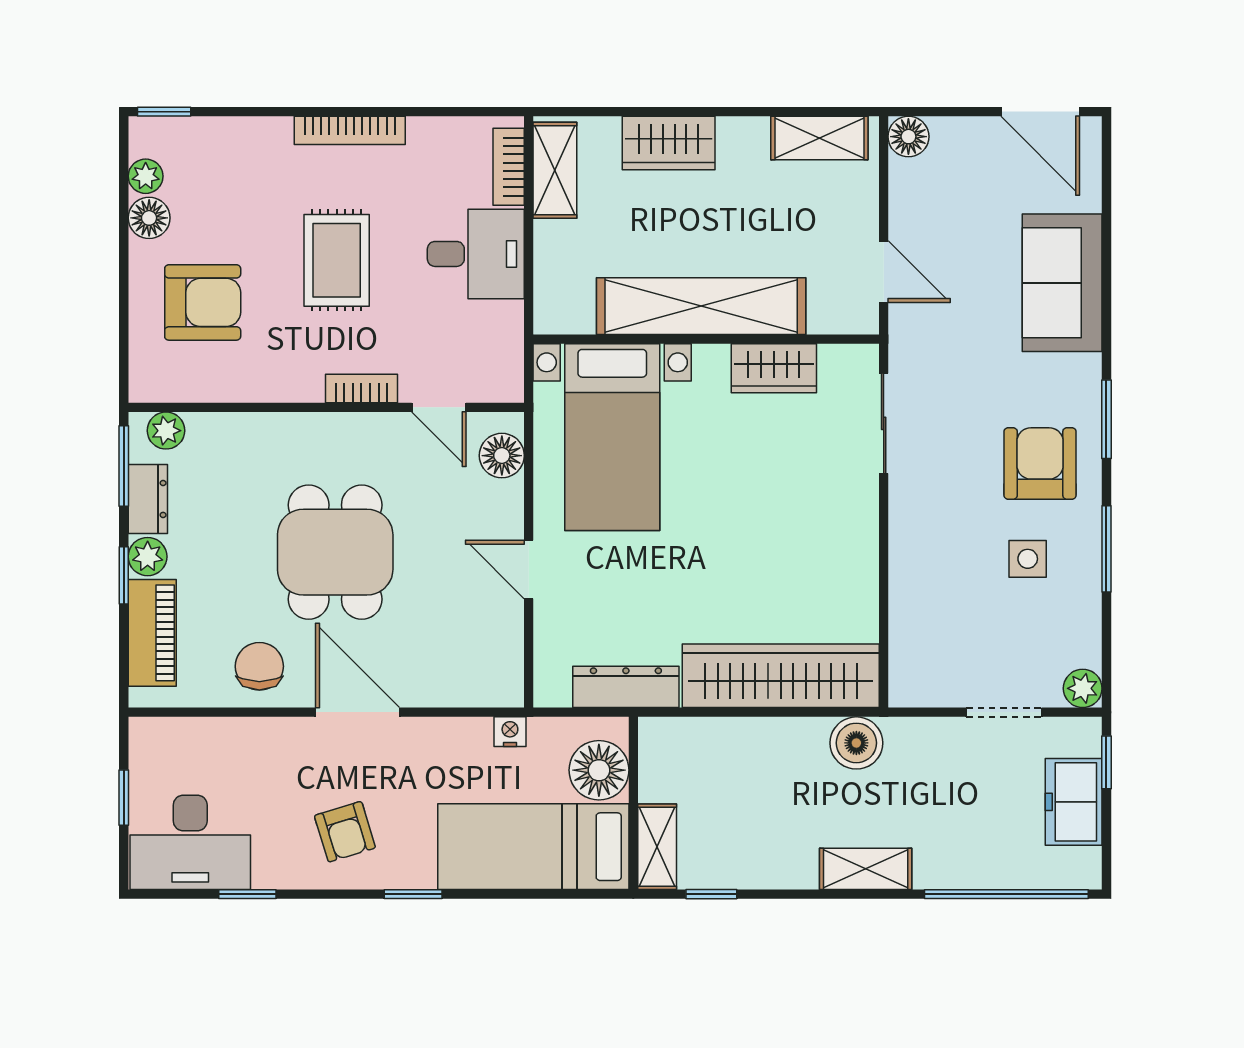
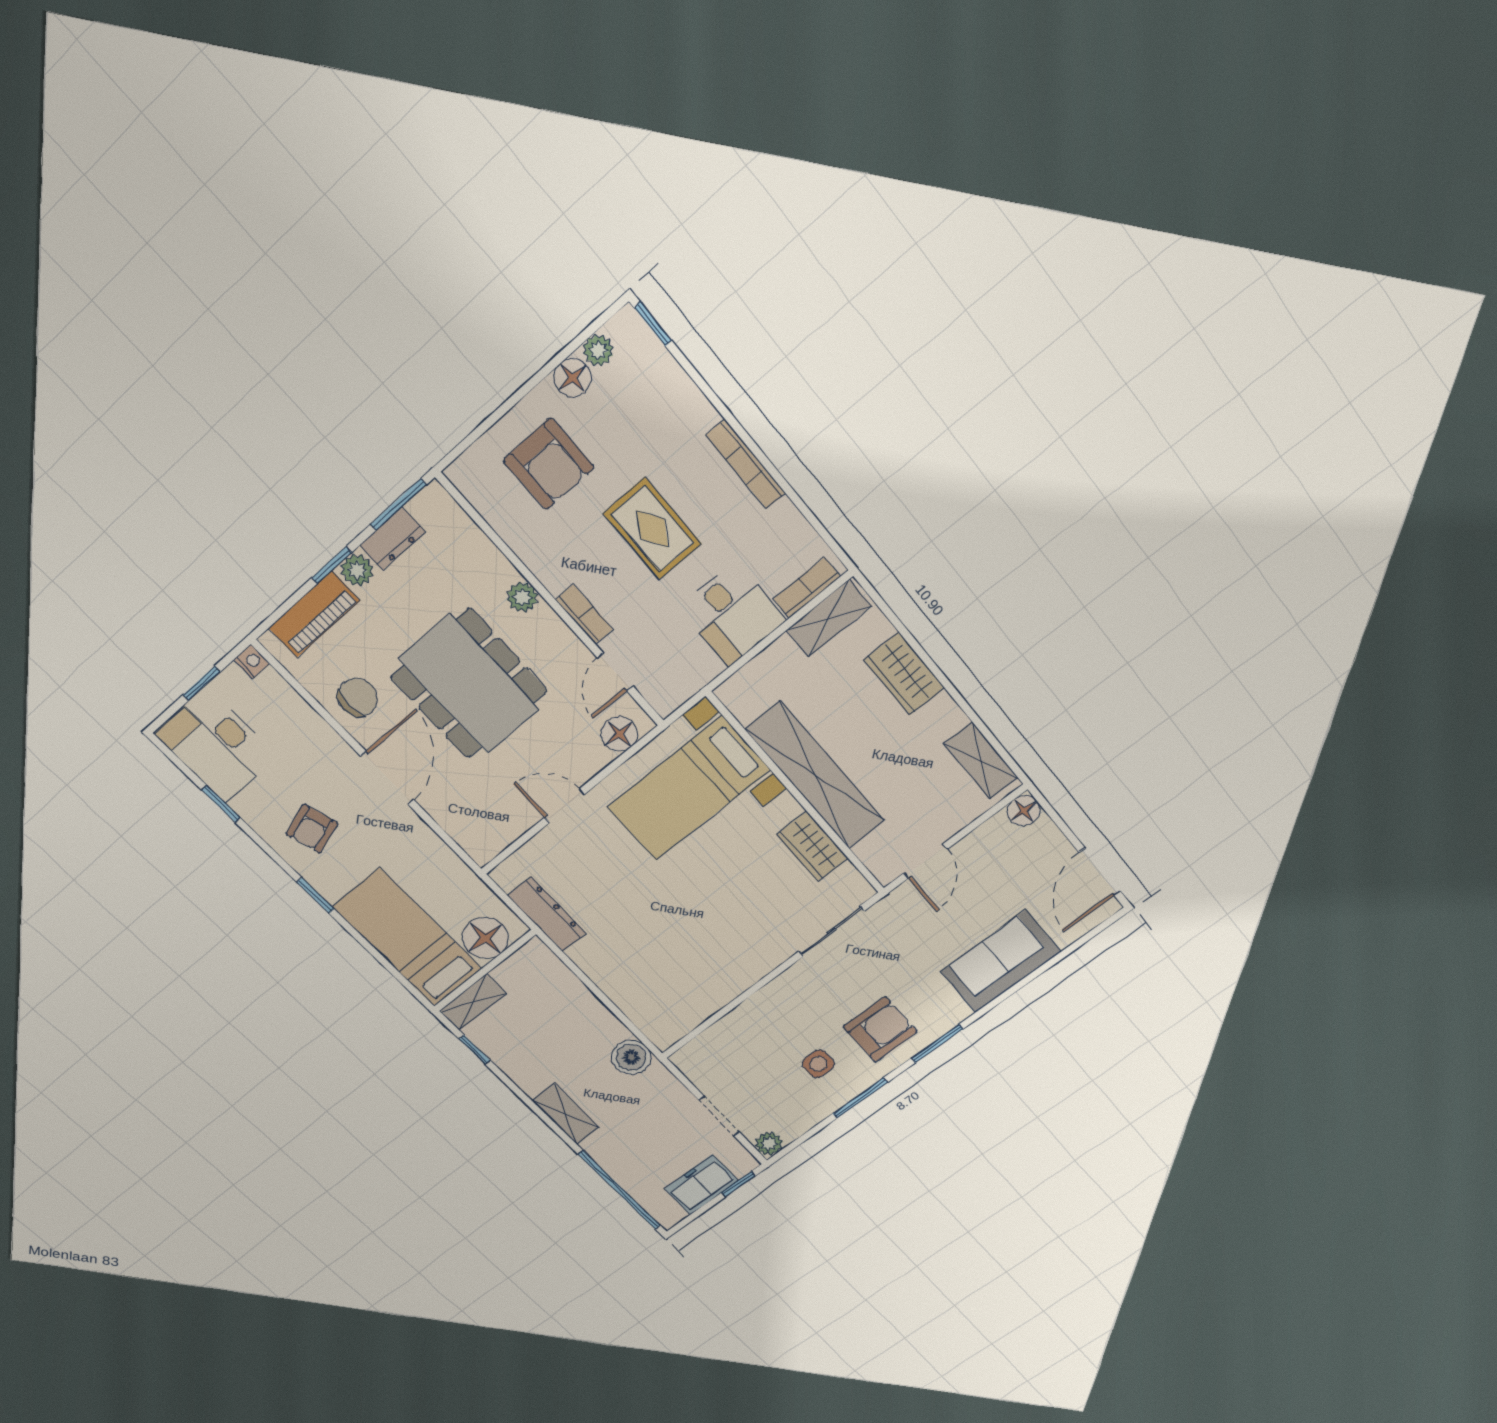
rug: (337, 260) -> (652, 529), turned 90
plant: (166, 431) -> (522, 597), moved
dining table: (335, 552) -> (469, 684), width x1.38
door: (529, 569) -> (565, 806), hinge flipped
wardrobe: (781, 676) -> (632, 990), removed
nightstand: (510, 732) -> (252, 662), moved

